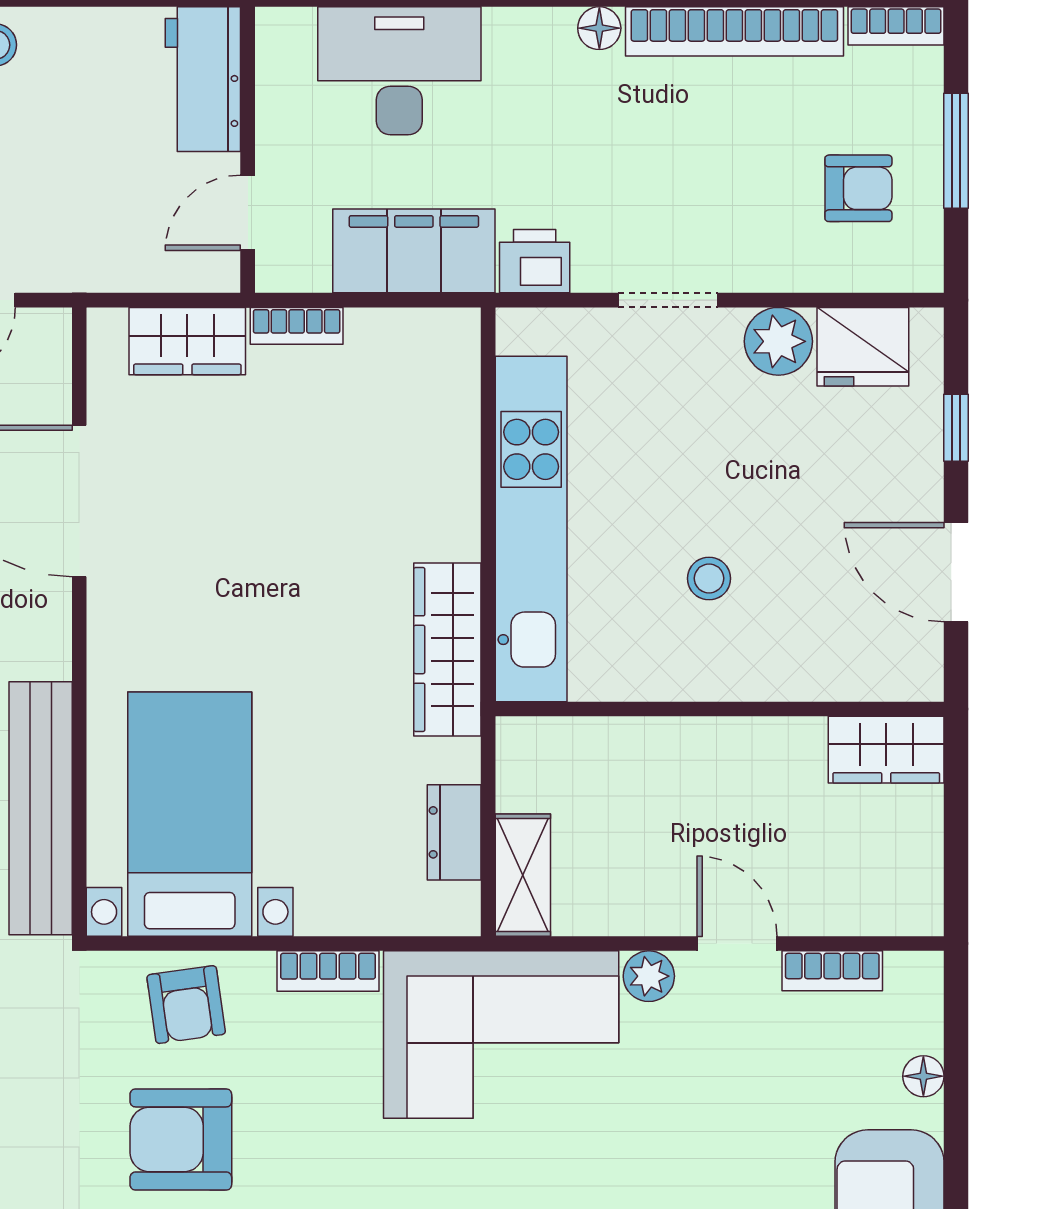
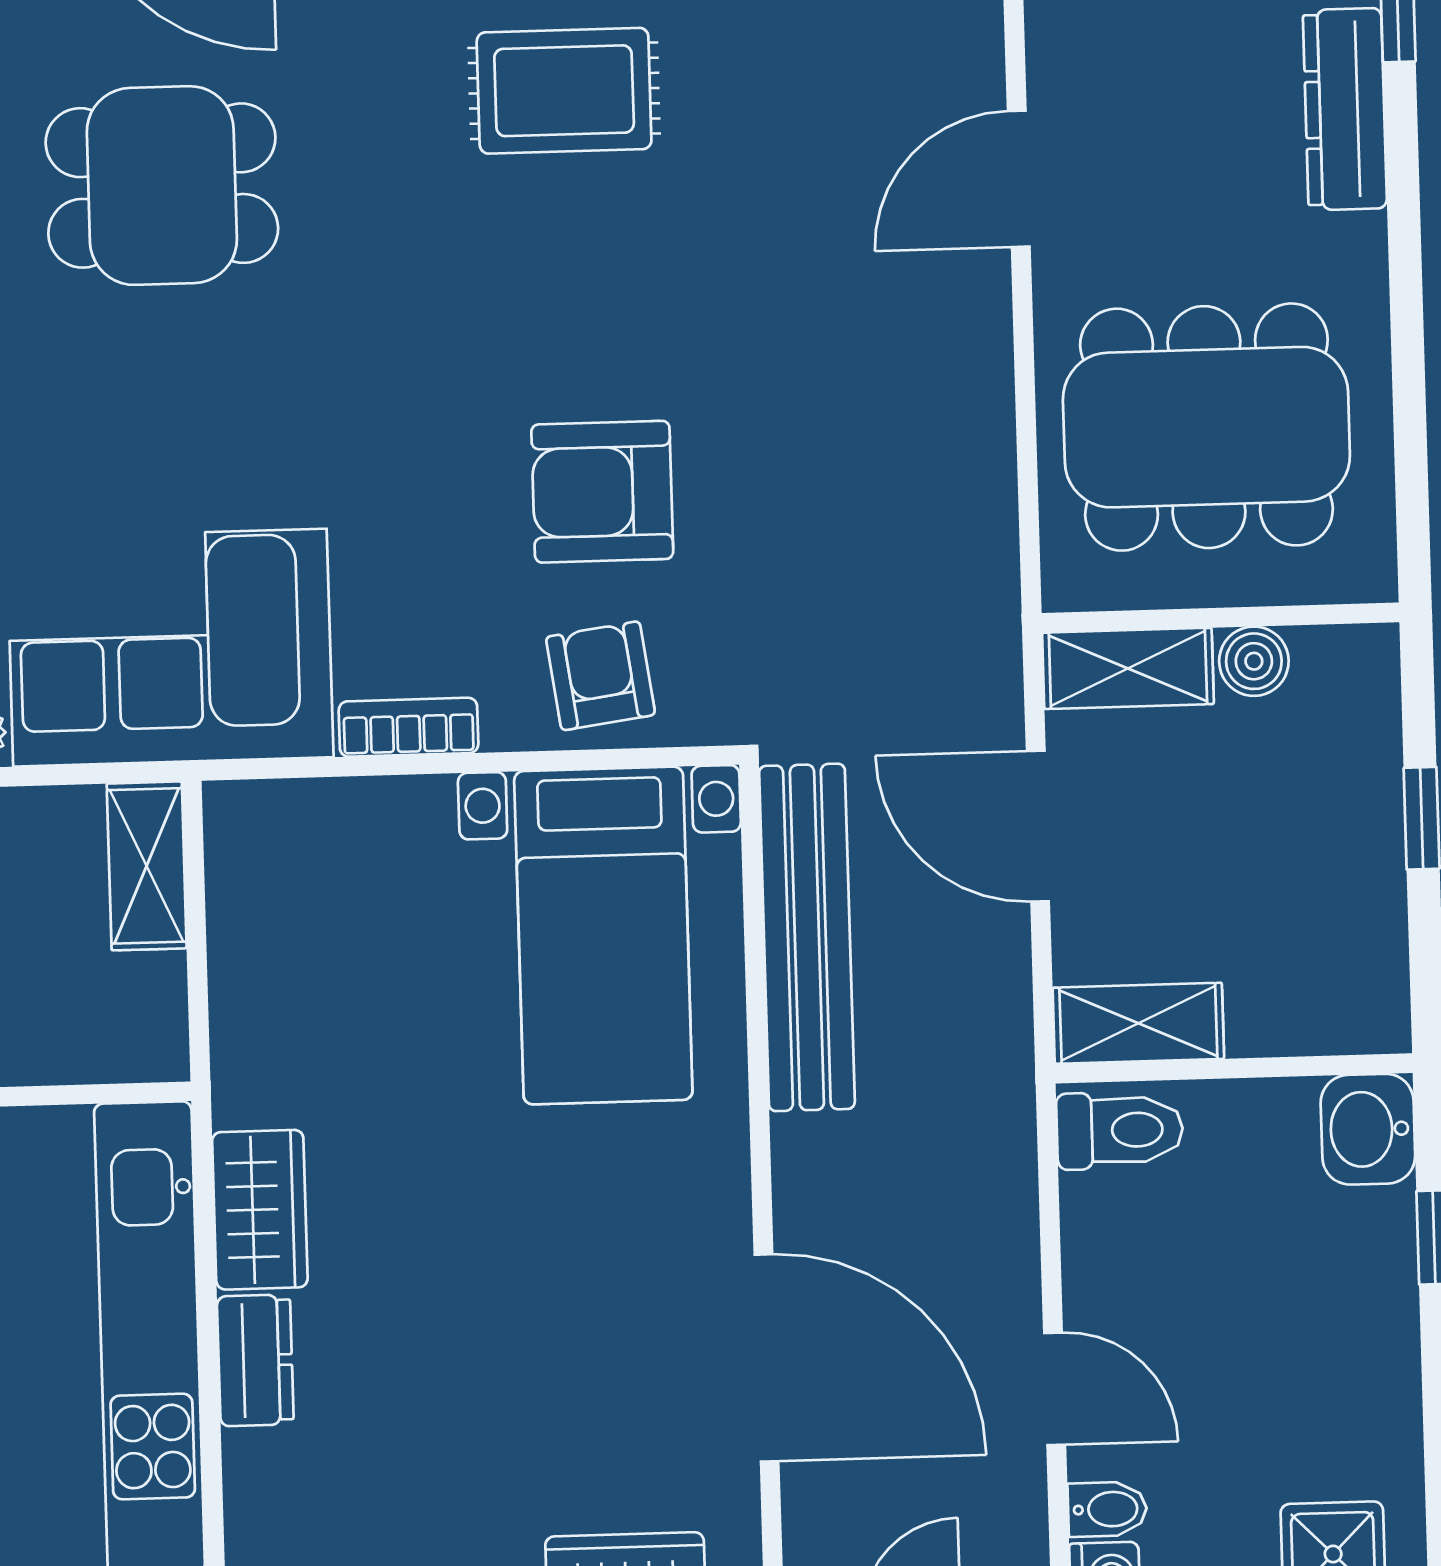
wardrobe: (447, 649) -> (260, 1210), width x0.67
dresser: (454, 832) -> (255, 1360), moved
armchair: (181, 1139) -> (602, 492), turned 180

